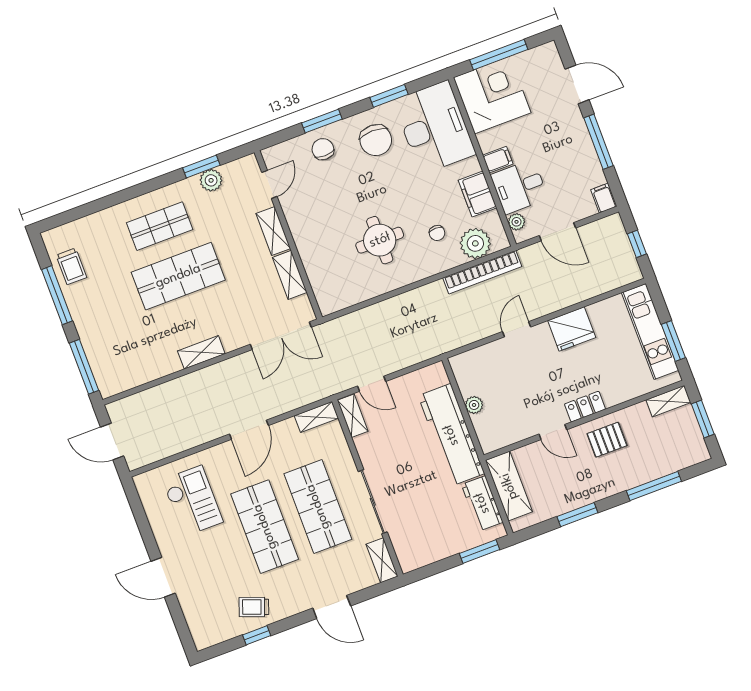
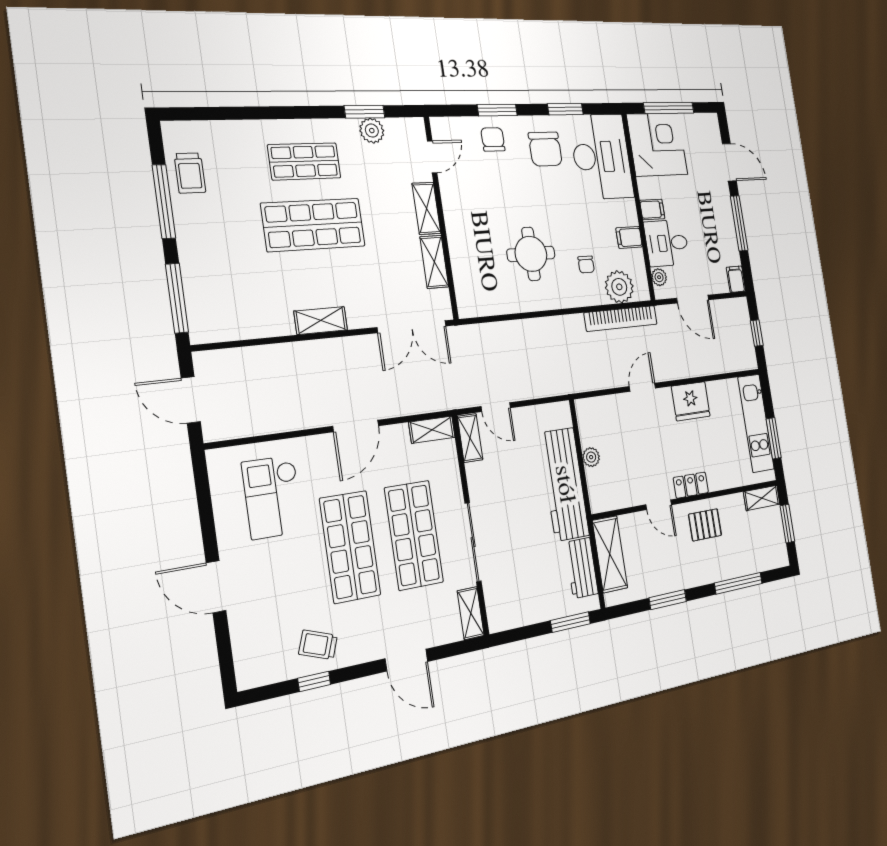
filing cabinet: (478, 194) -> (629, 237), width x0.50
checkout: (193, 501) -> (273, 497), turned 180

